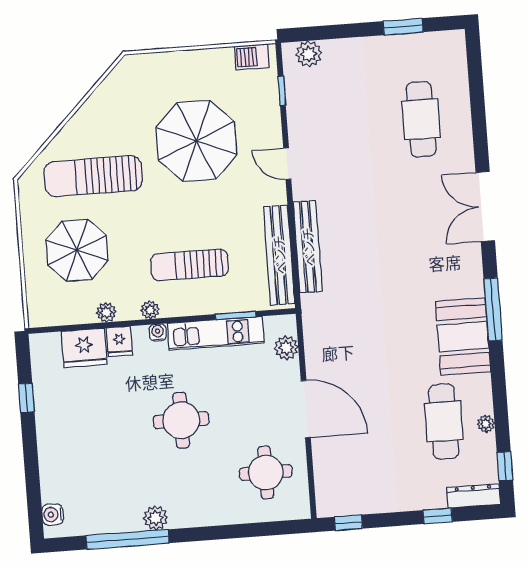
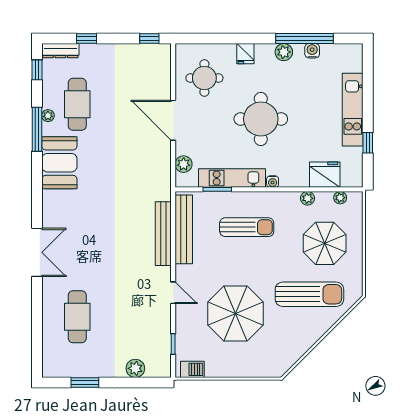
plant: (309, 54) -> (135, 368), moved
window: (493, 309) -> (37, 129), moved
plant: (150, 310) -> (340, 198), moved
fridge: (119, 342) -> (245, 54), moved, turned 180
round table: (181, 420) -> (261, 119), width x1.36, depth x1.36
plant: (486, 424) -> (48, 116), moved
kitchen unit: (51, 443) -> (353, 110), added
water cooler: (53, 515) -> (312, 51), moved, turned -90

